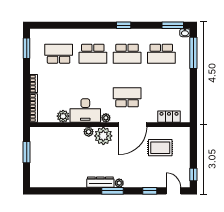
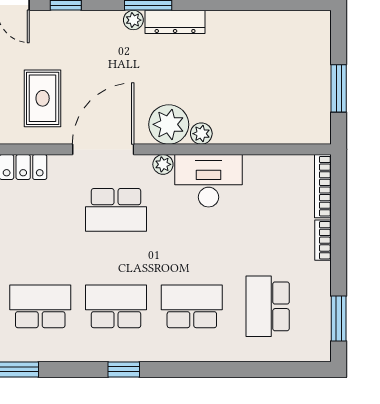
school desk: (59, 54) -> (268, 306), turned 90
plant: (63, 116) -> (258, 168), removed
rug: (160, 148) -> (43, 98), turned 90

